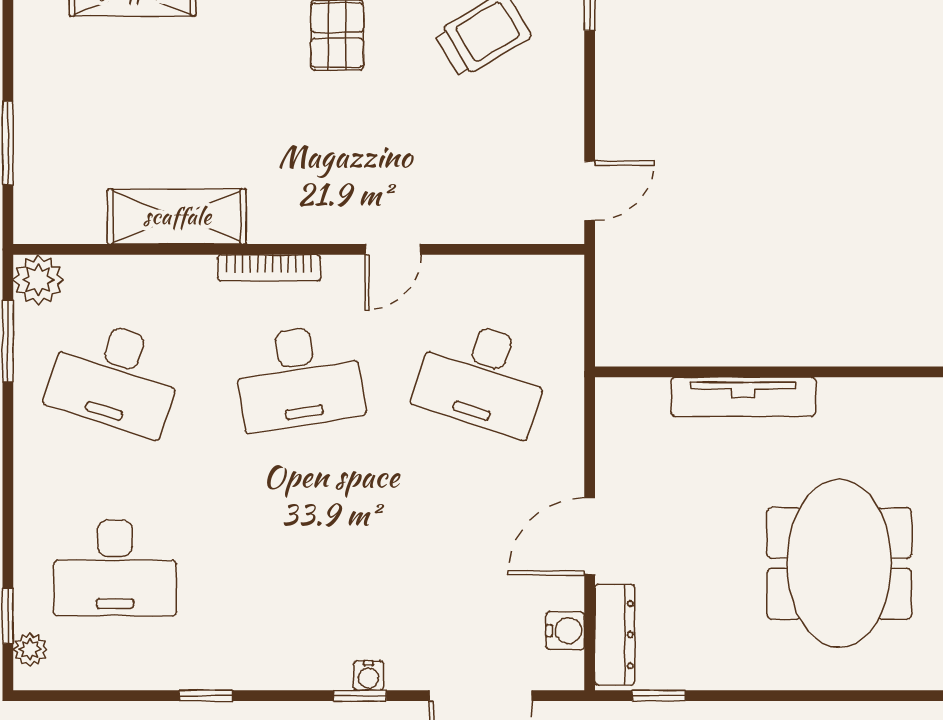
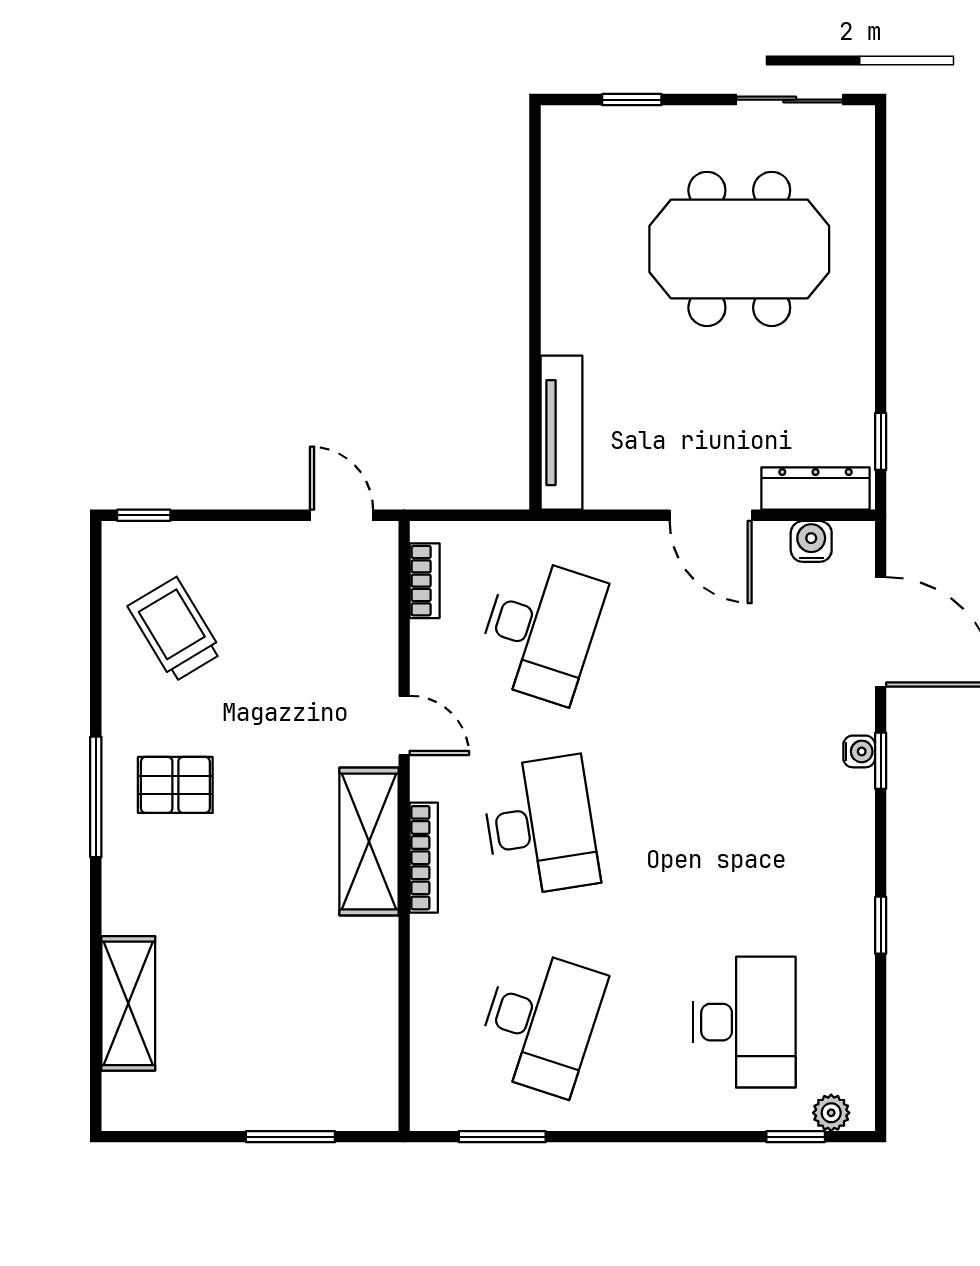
shelving: (177, 216) -> (369, 841), moved
bookcase: (528, 269) -> (425, 581), added
plant: (38, 280) -> (437, 1104), removed
tv unit: (743, 397) -> (561, 433), moved

